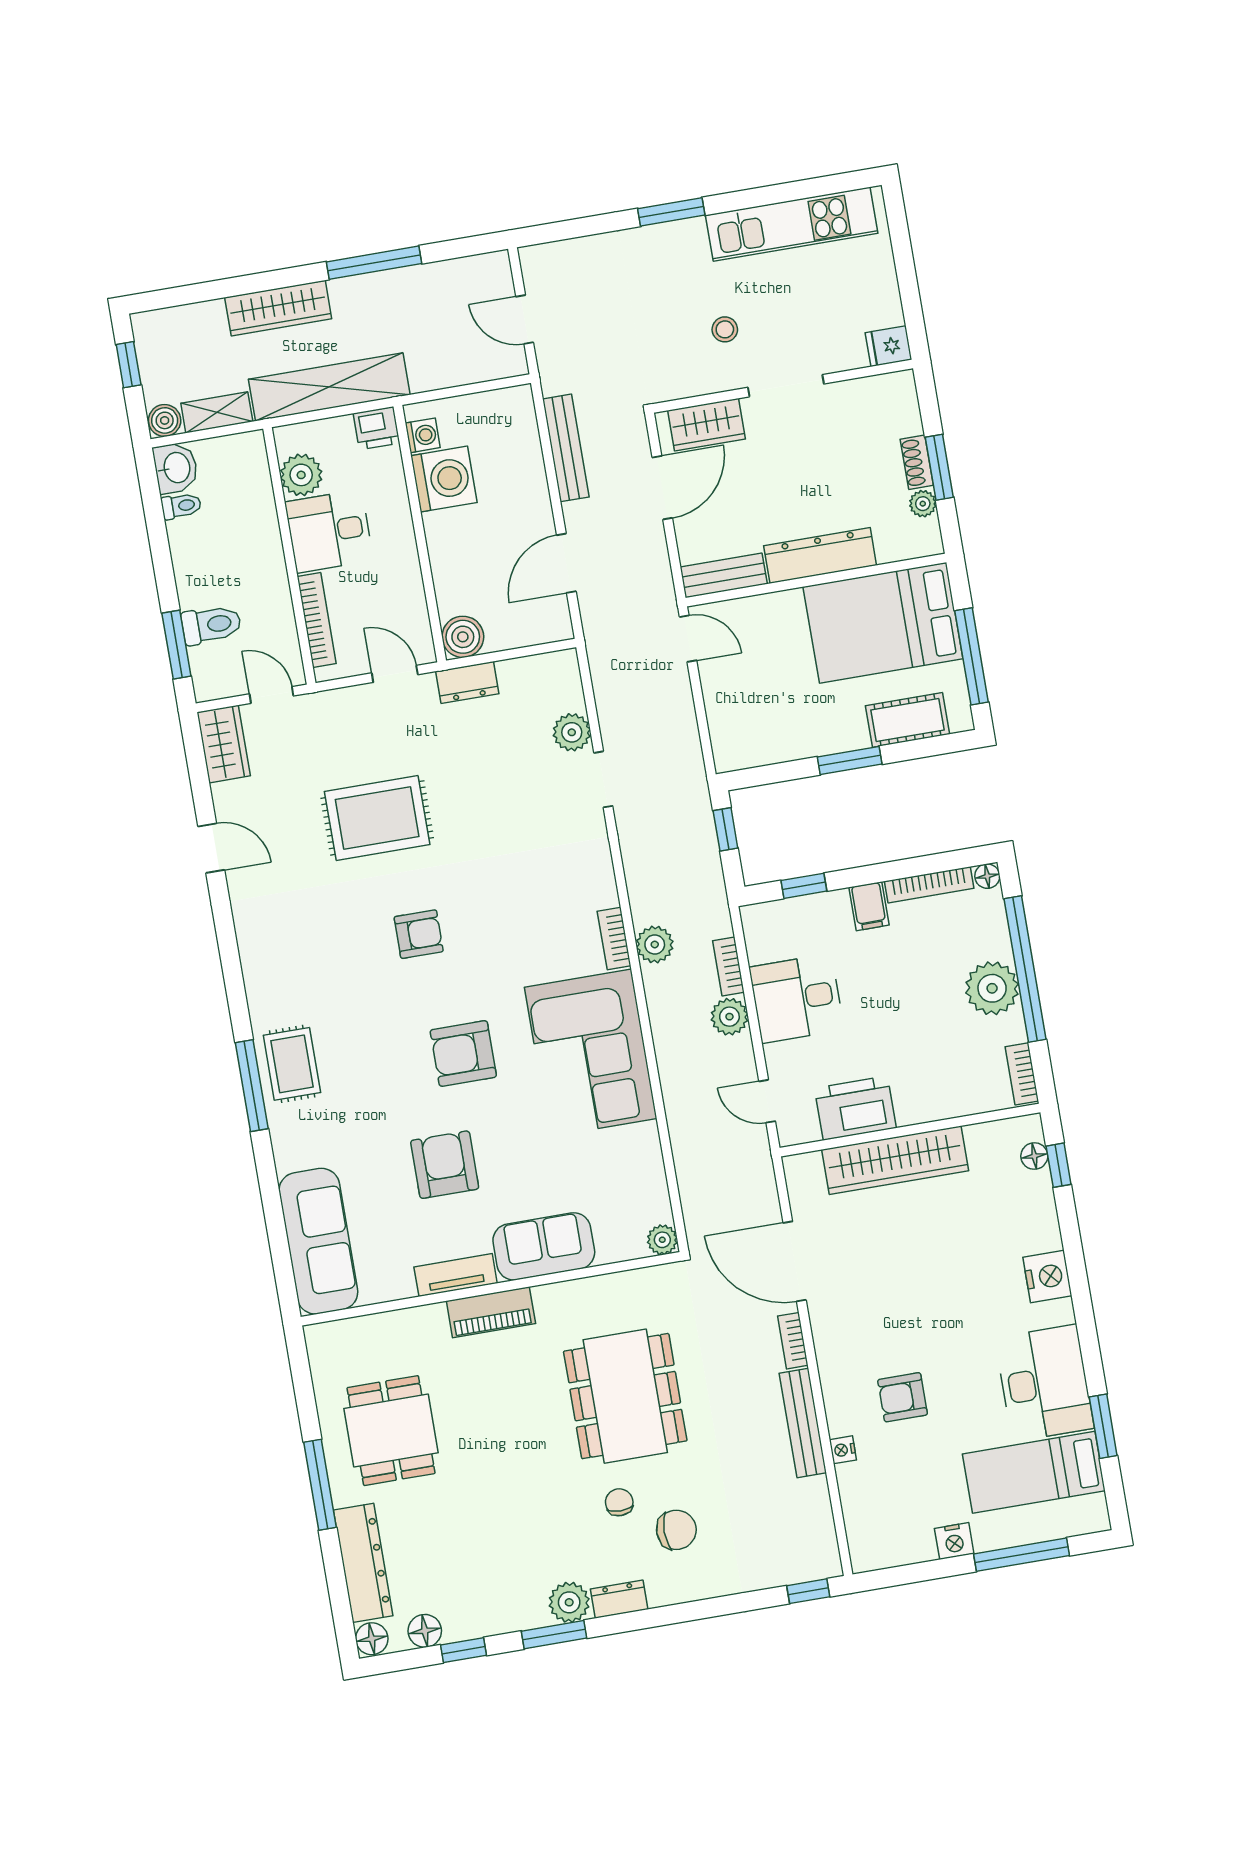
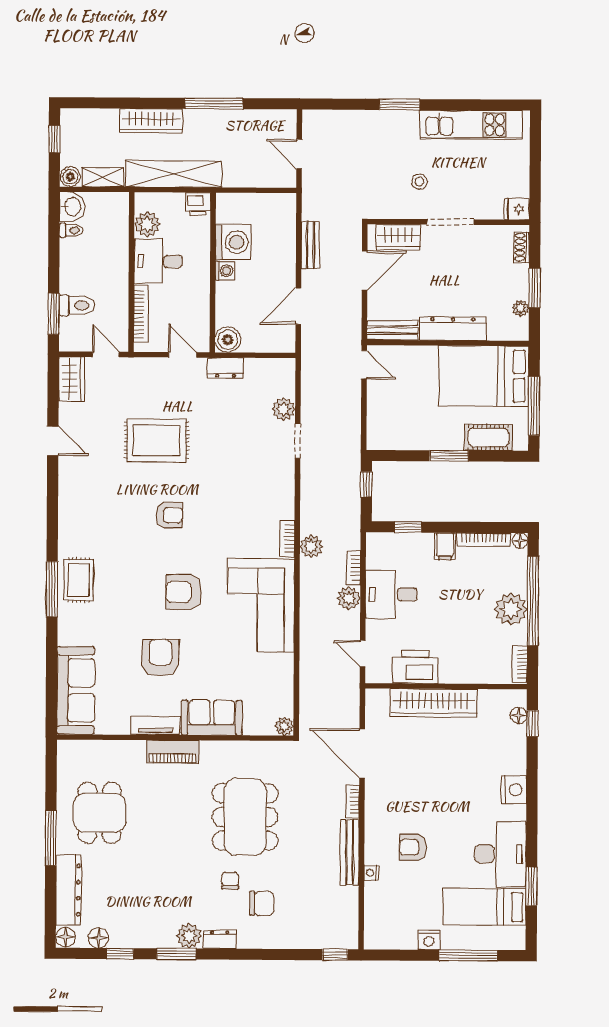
washing machine: (423, 435) -> (225, 271), moved
bench: (566, 448) -> (310, 245), width x0.73
shoe rack: (917, 462) -> (522, 247), moved

